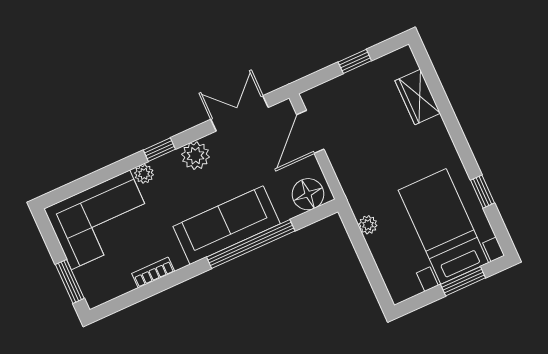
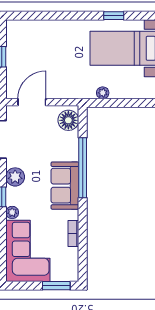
wardrobe: (418, 97) -> (40, 29), removed
door: (310, 132) -> (32, 102), swing flipped
sofa: (227, 225) -> (65, 186), width x0.73

